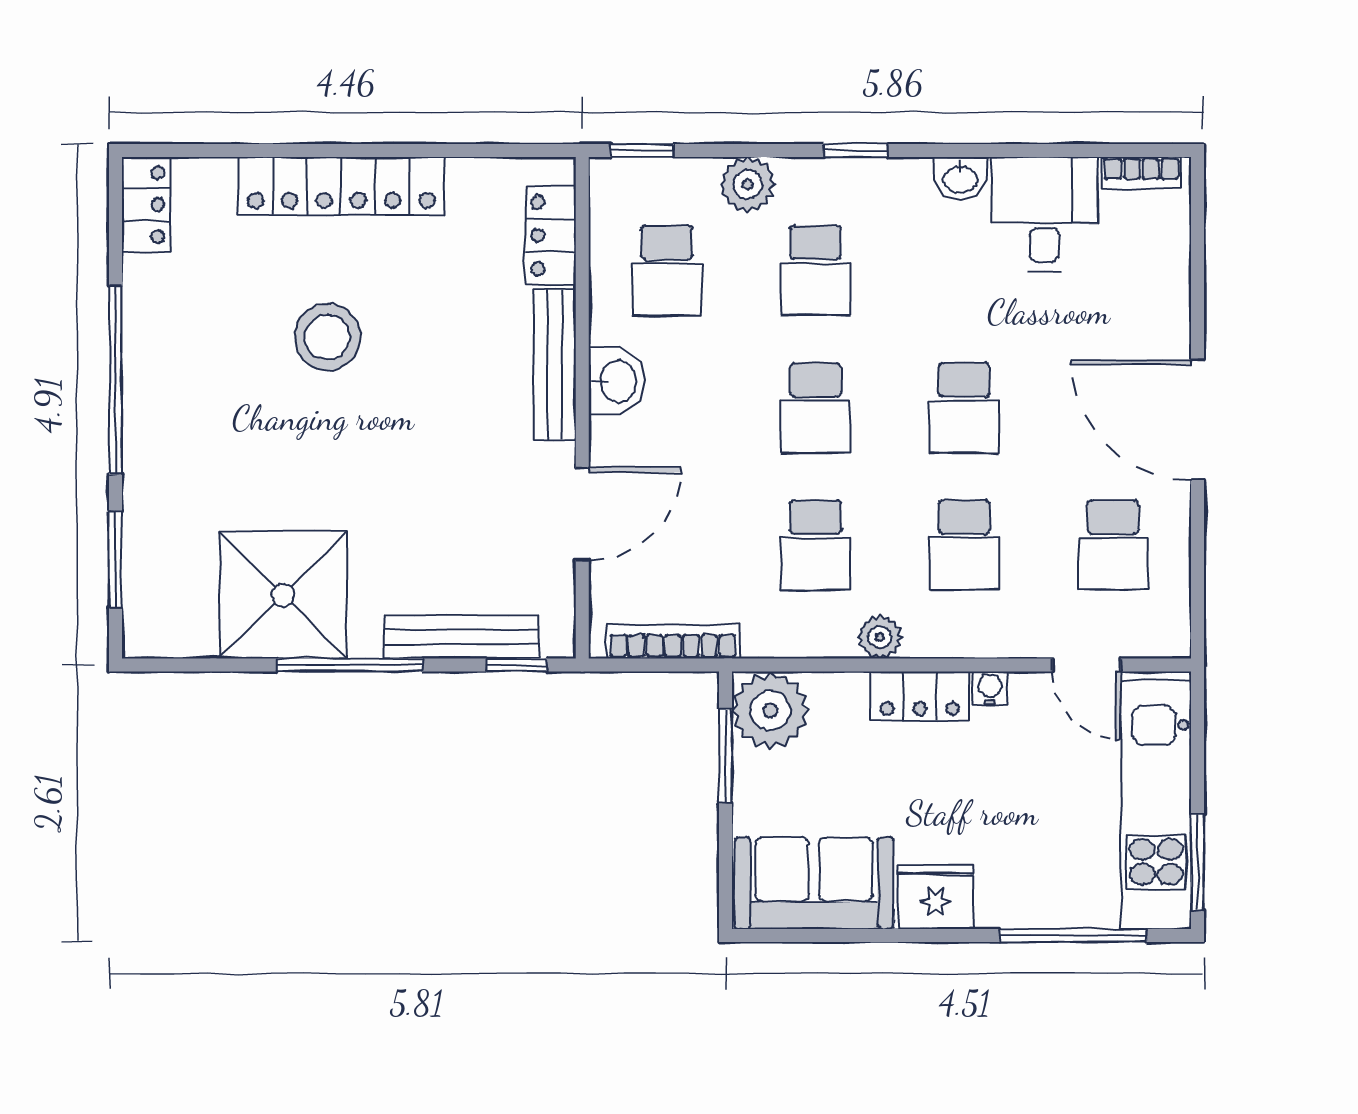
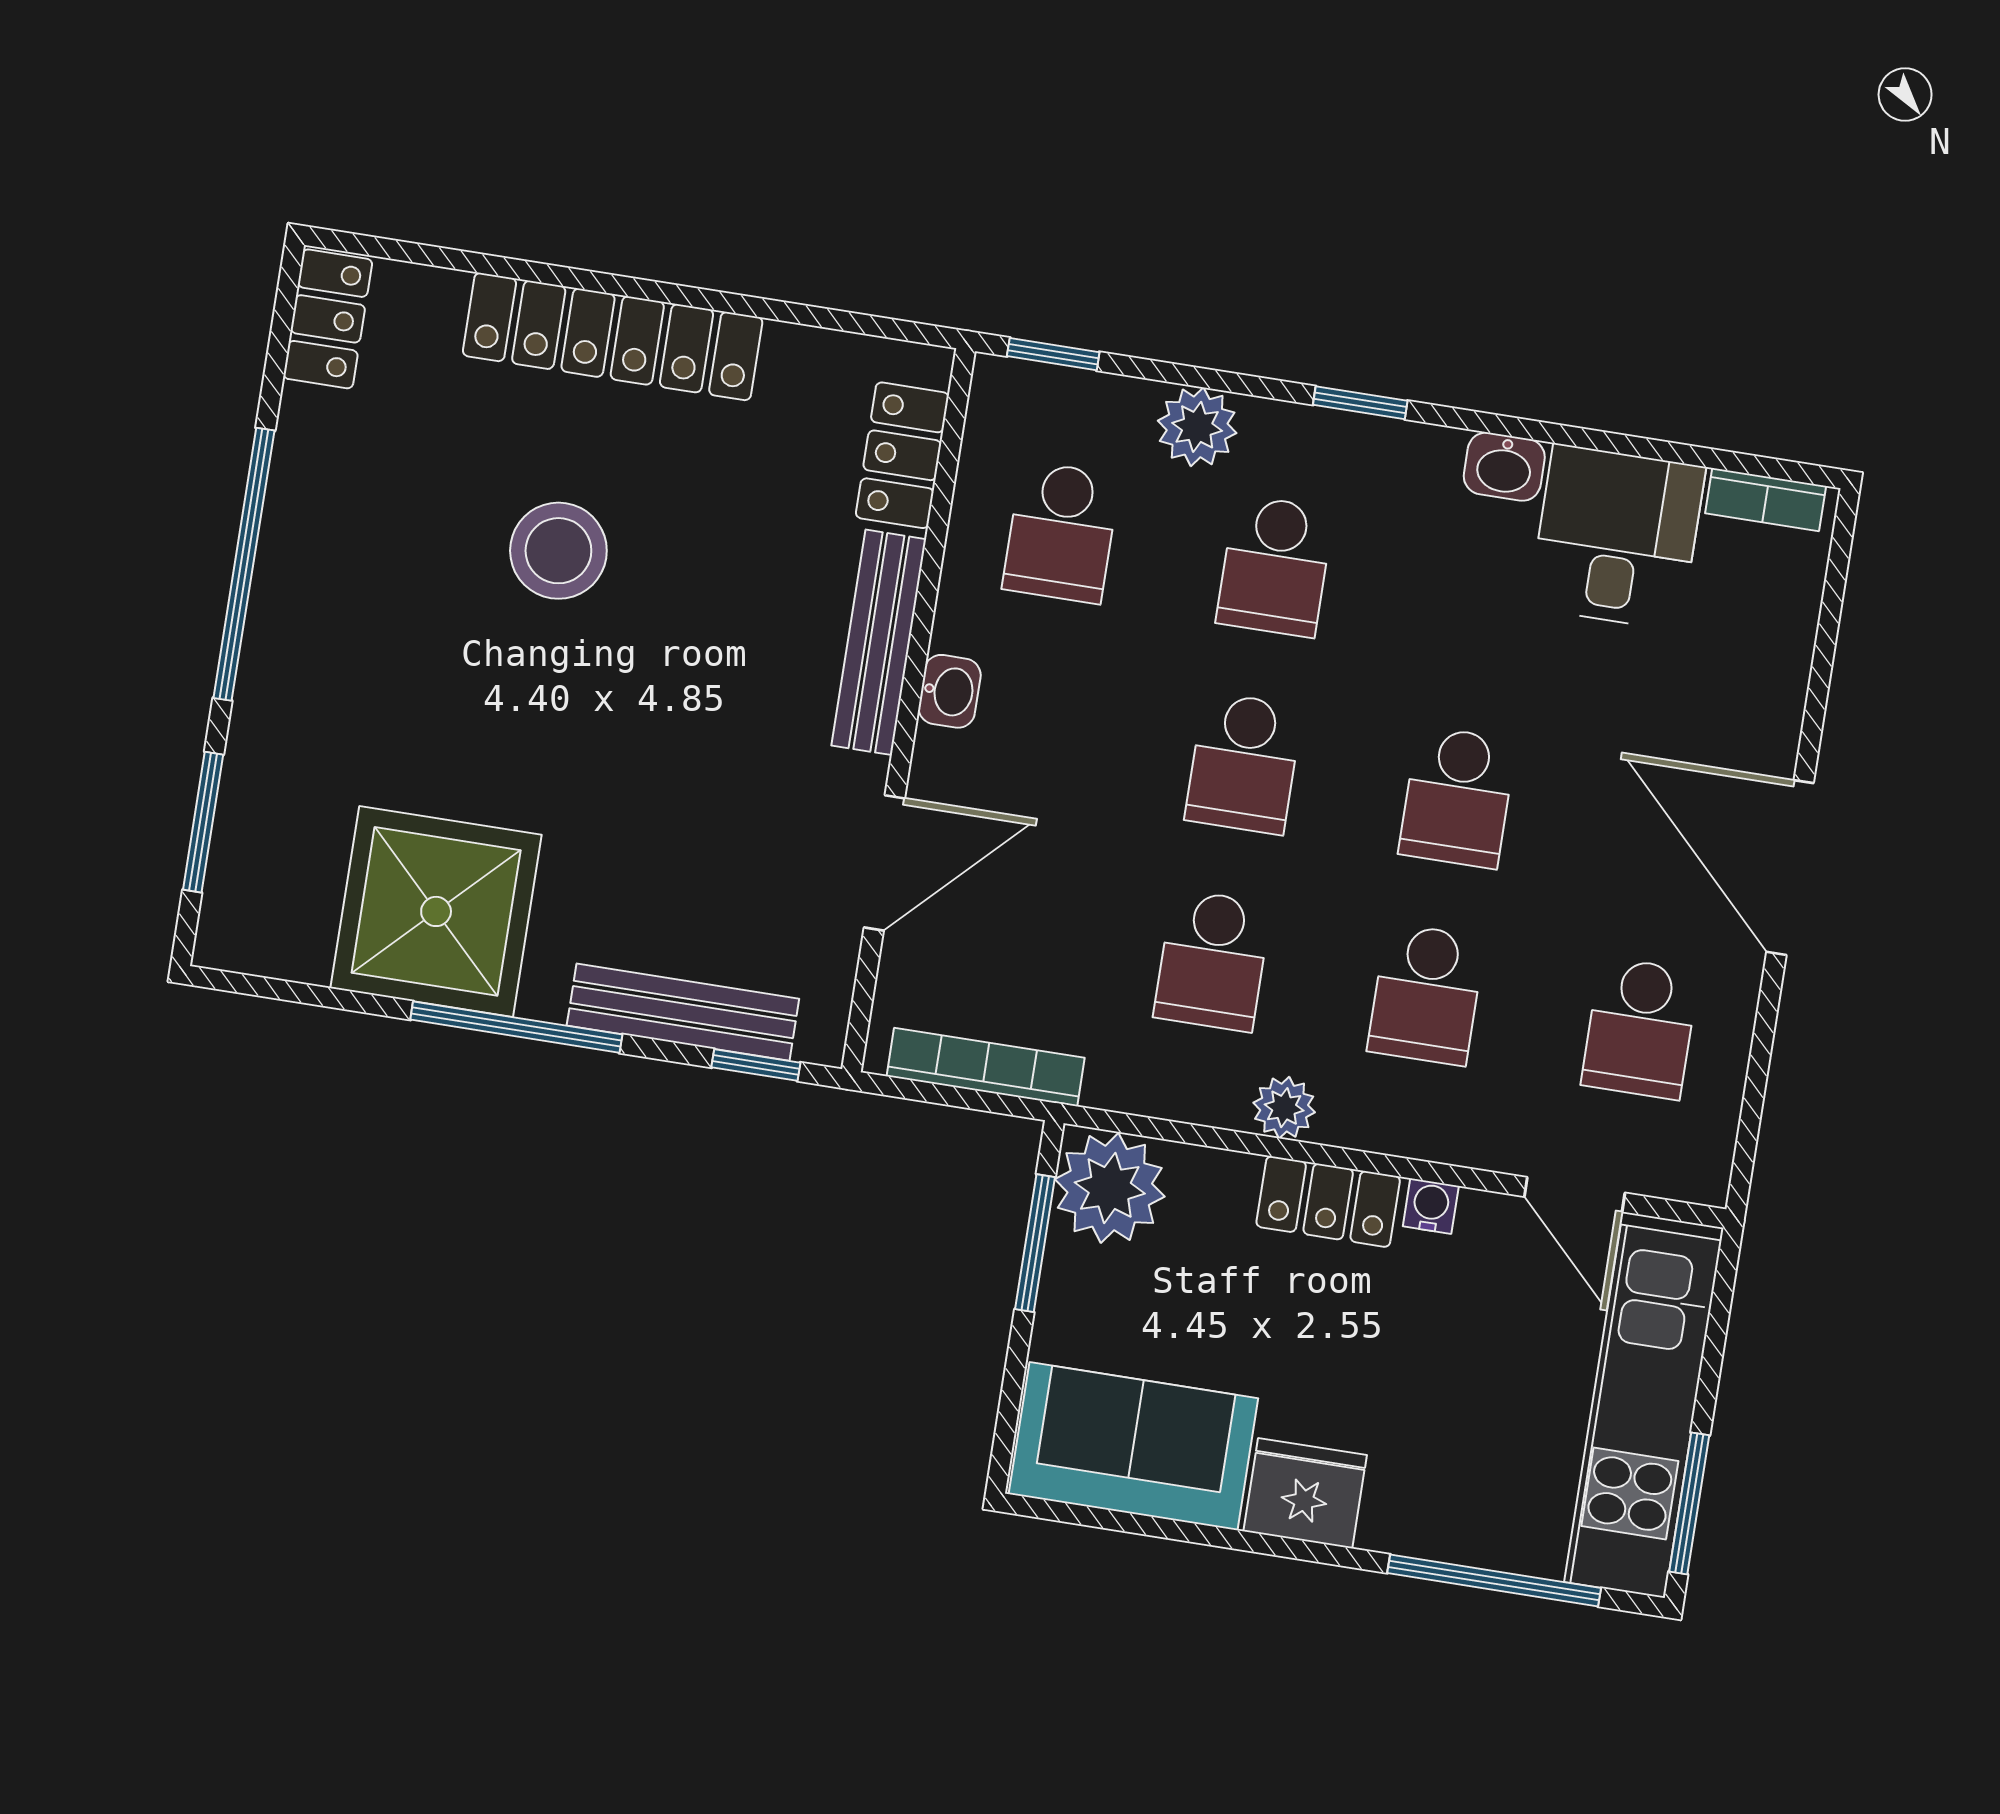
washbasin: (617, 381) -> (950, 691), width x0.72, depth x0.69

